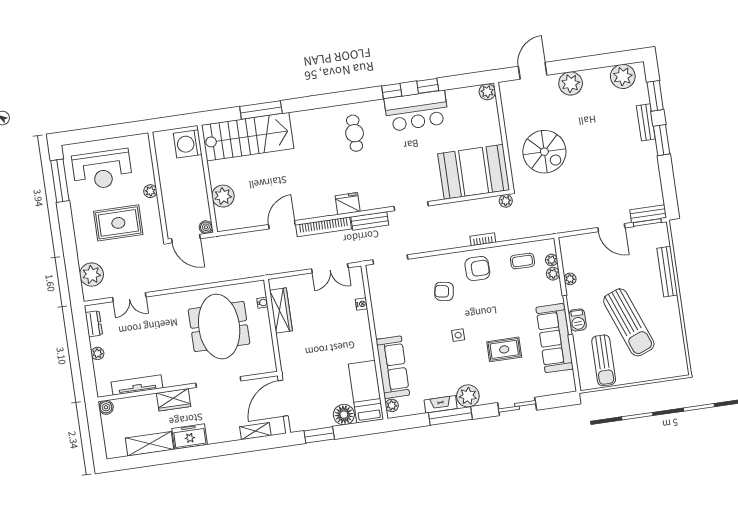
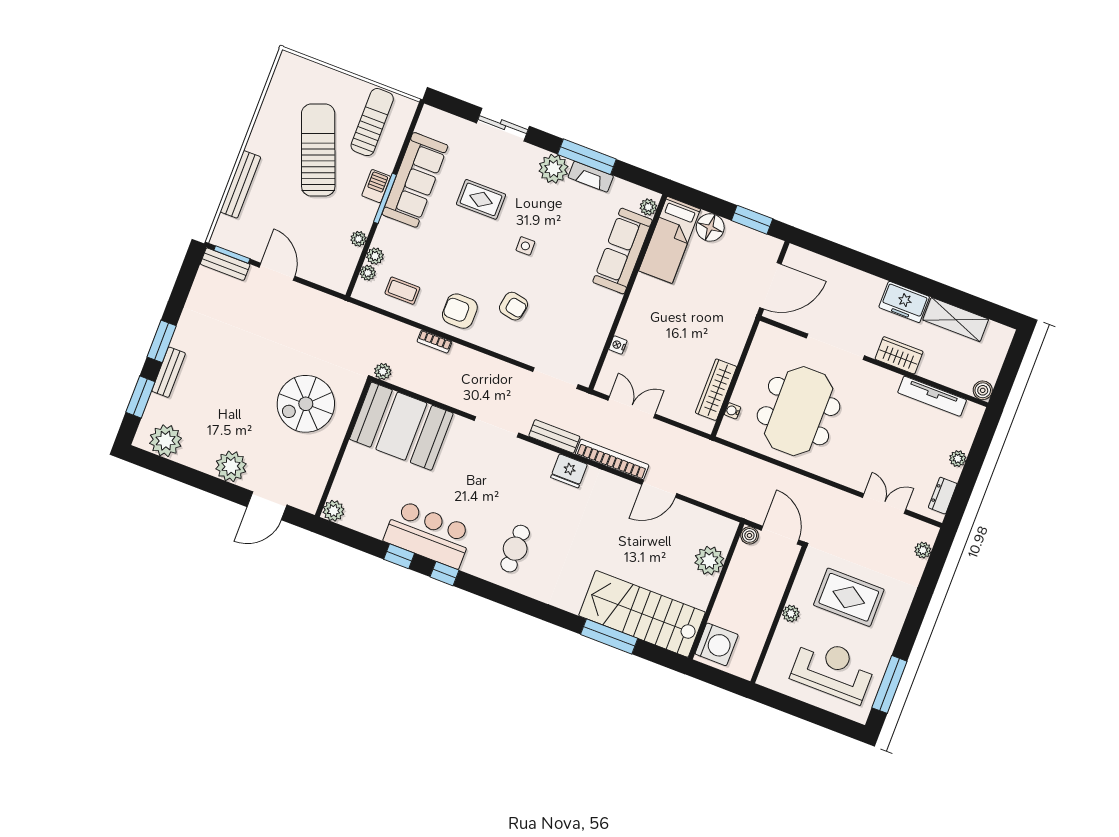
spiral stairs: (544, 152) -> (306, 404), turned -90
plant: (92, 275) -> (923, 550), width x0.53, depth x0.53
shelving: (255, 431) -> (824, 266), removed

